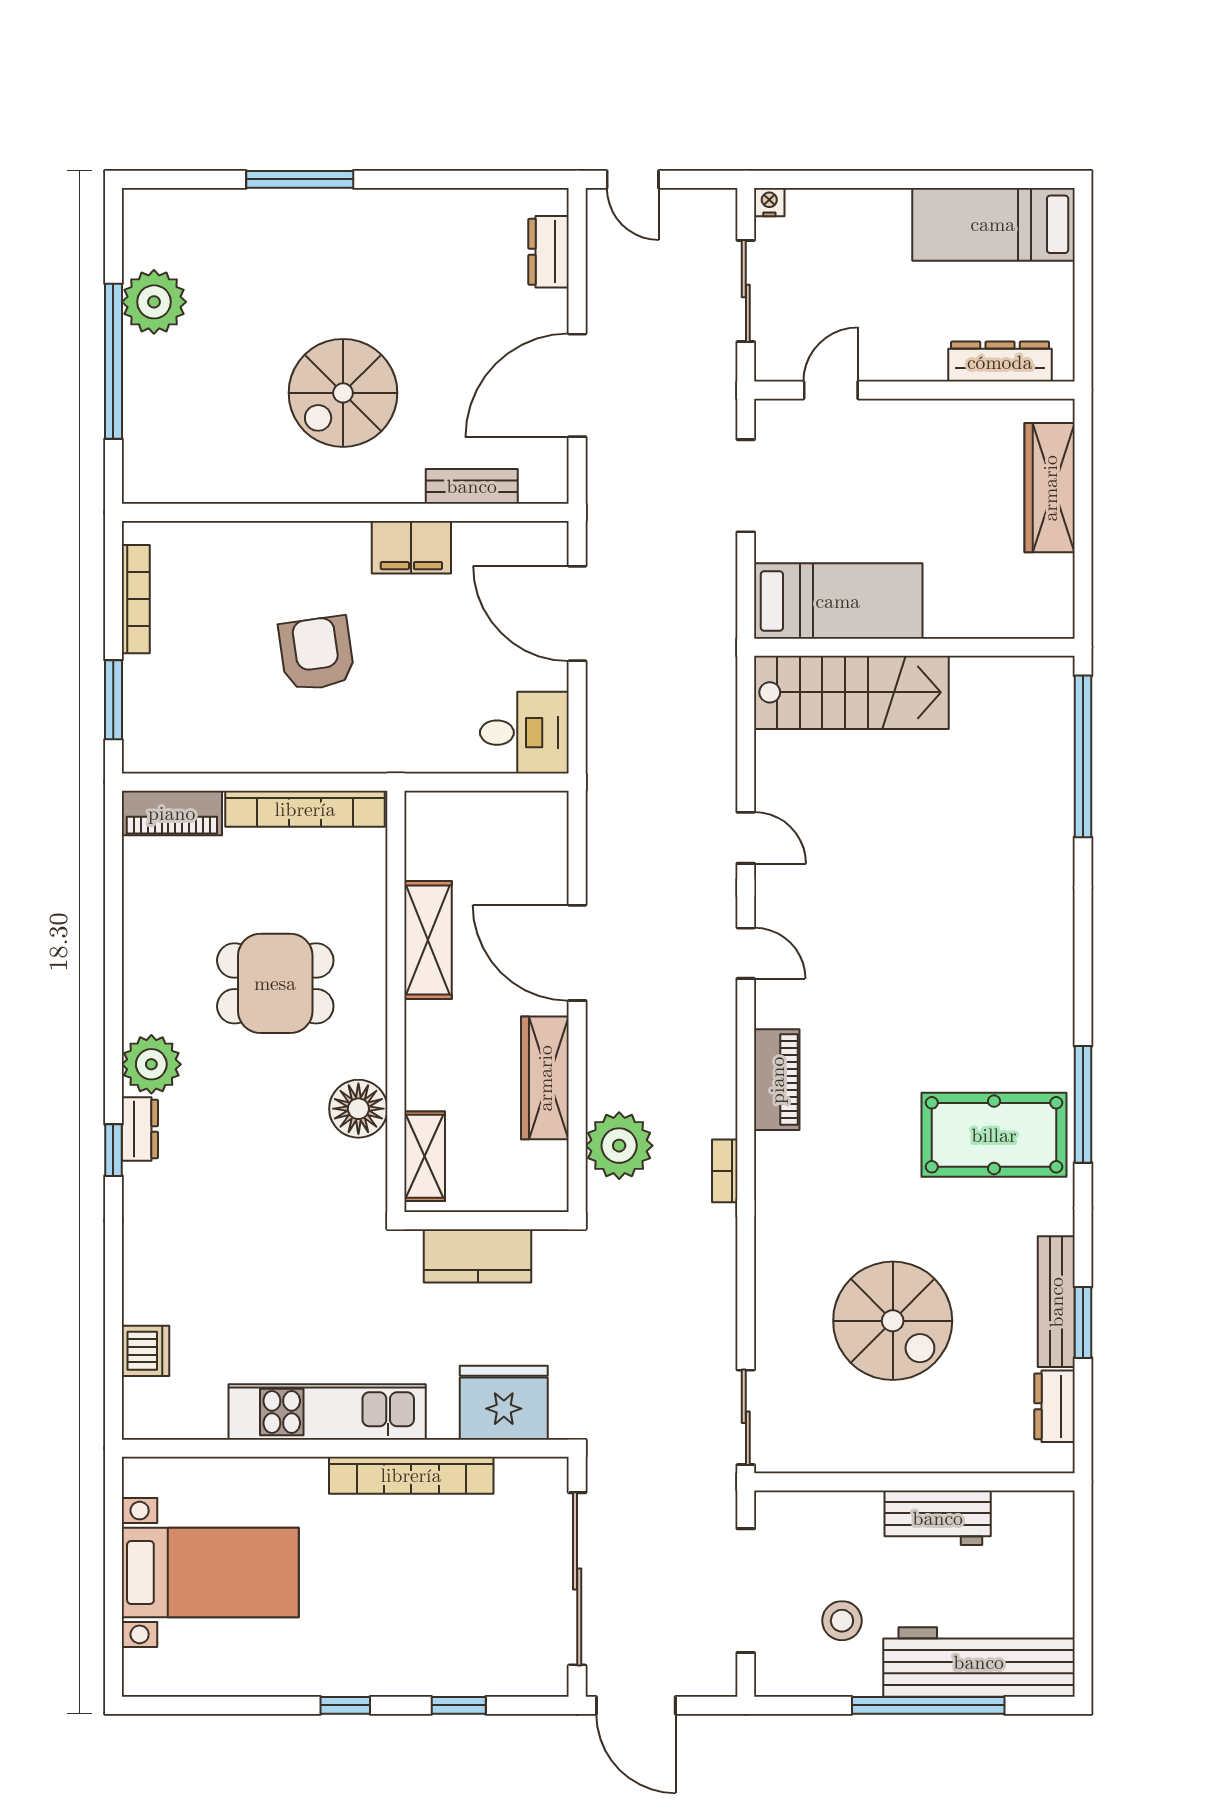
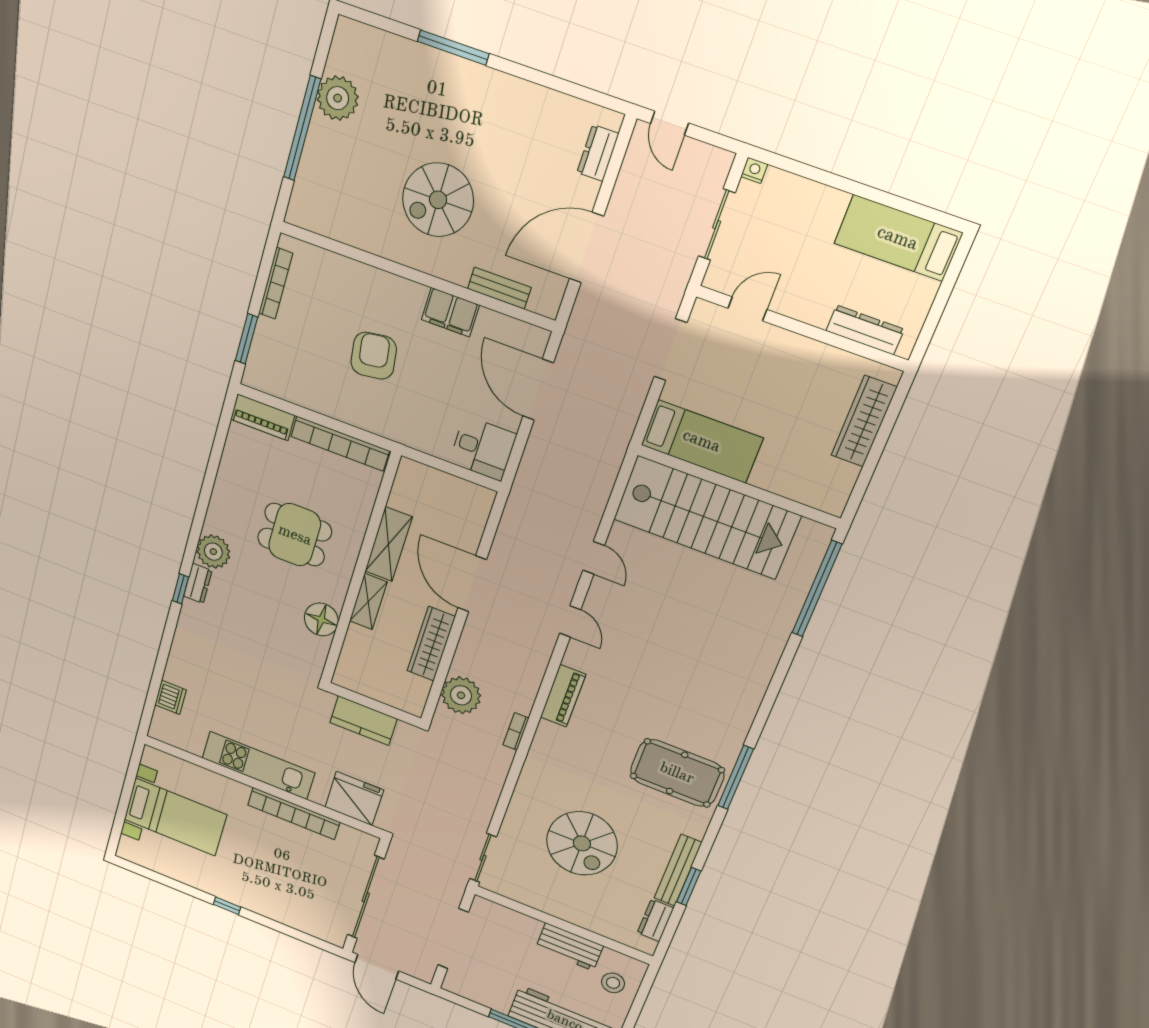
stairs: (851, 692) -> (707, 517), width x1.36, depth x1.51
shelving: (425, 1156) -> (368, 601), moved
stool: (842, 1621) -> (613, 983), moved
window: (459, 1705) -> (285, 929), removed

